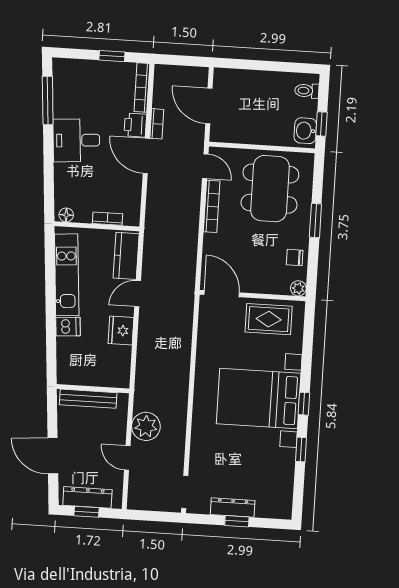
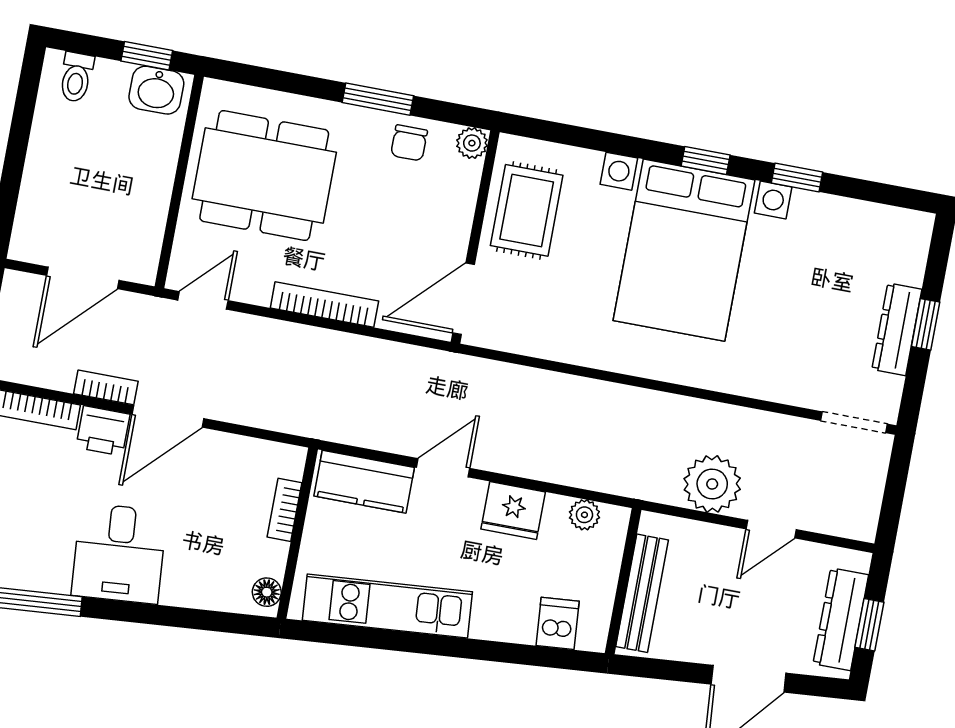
bookcase: (212, 206) -> (324, 305), moved
window: (315, 221) -> (378, 99), moved
door: (138, 294) -> (443, 468), swing flipped
dishwasher: (68, 327) -> (558, 623), moved
plant: (123, 366) -> (584, 515), added

